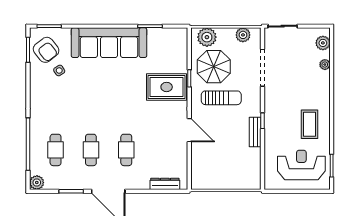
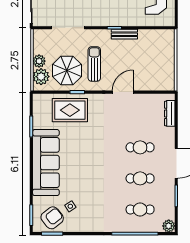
plant: (243, 35) -> (39, 61), moved
rug: (167, 87) -> (70, 110), moved, turned 90

